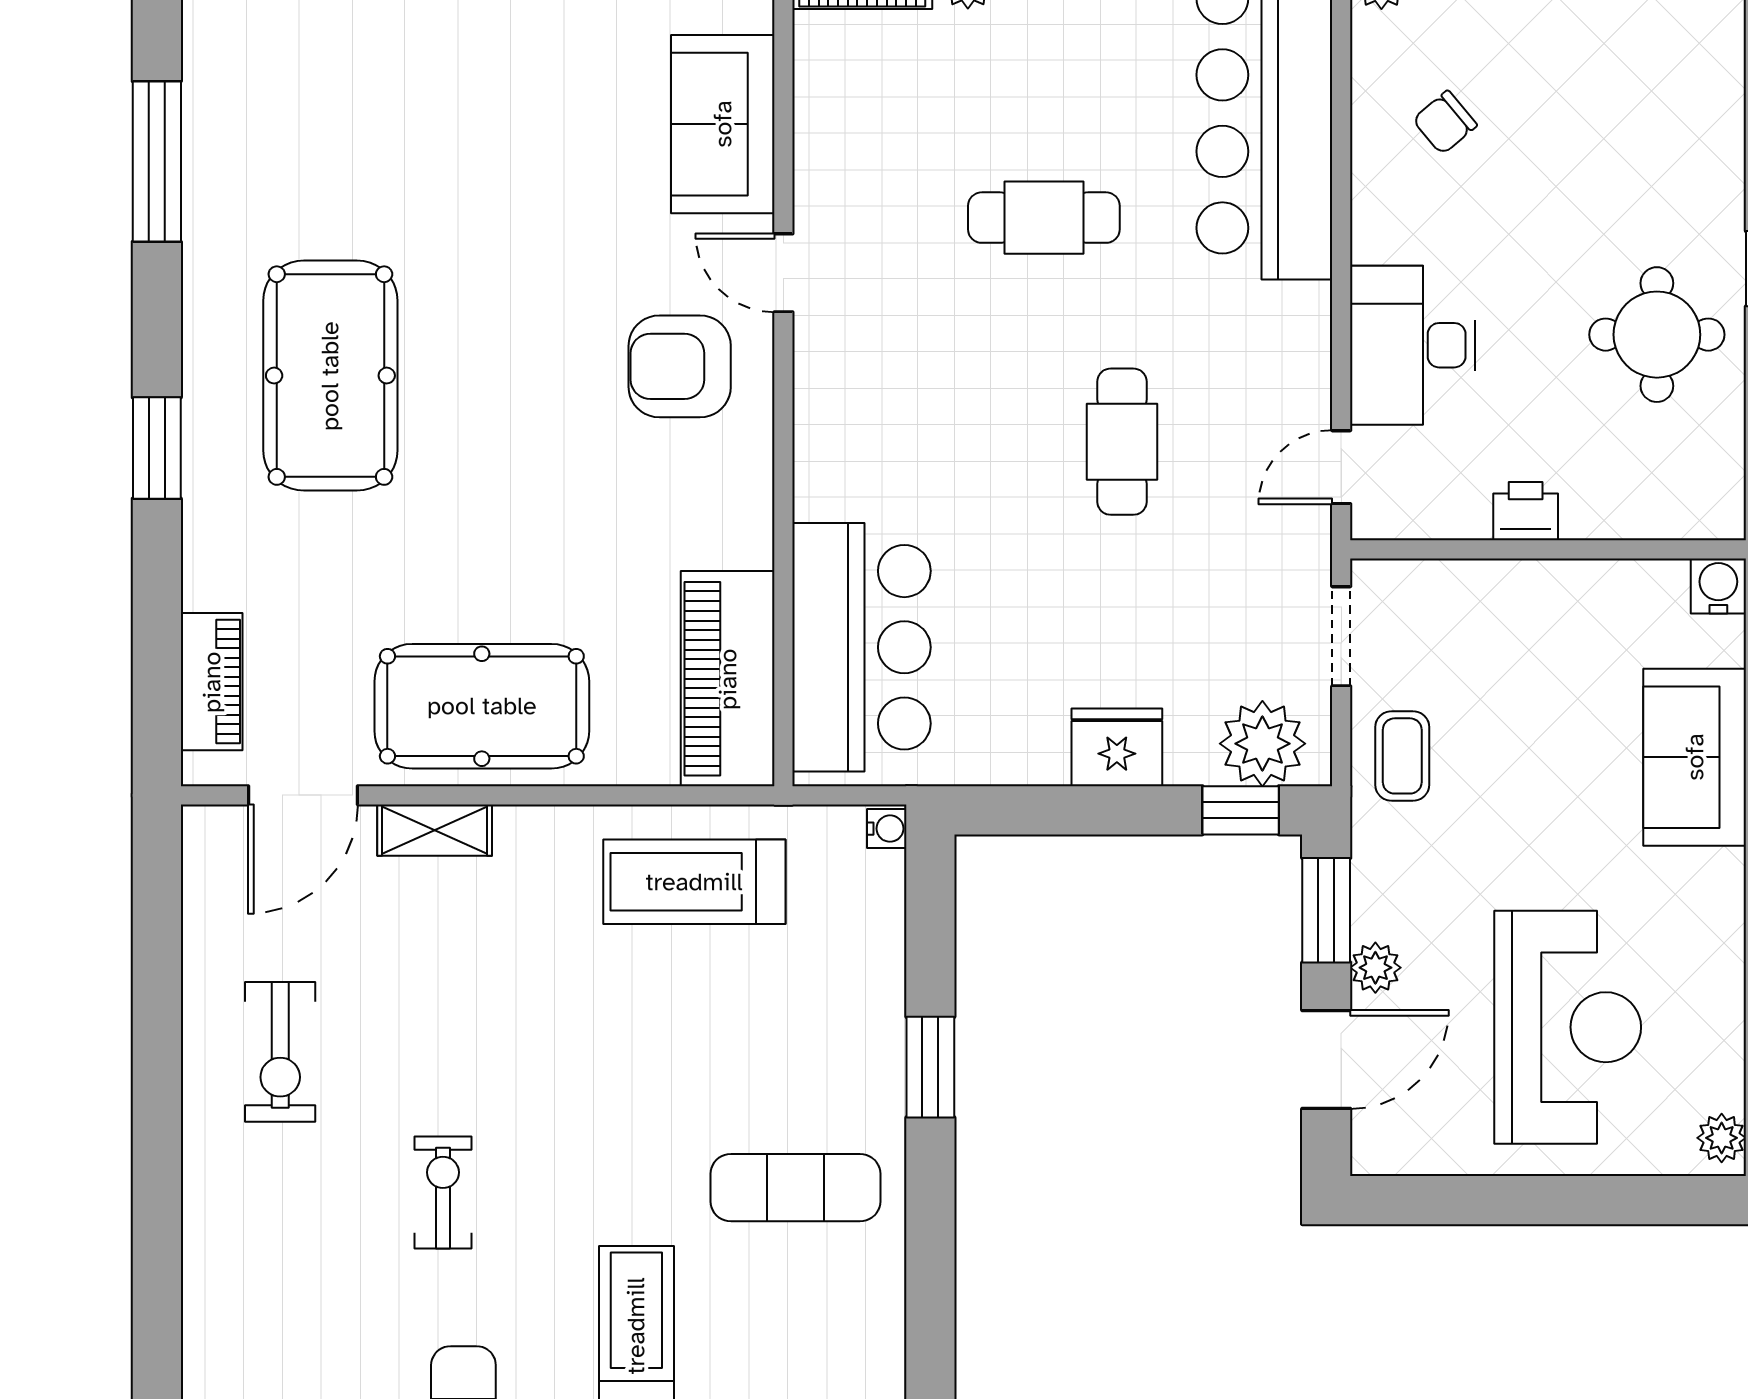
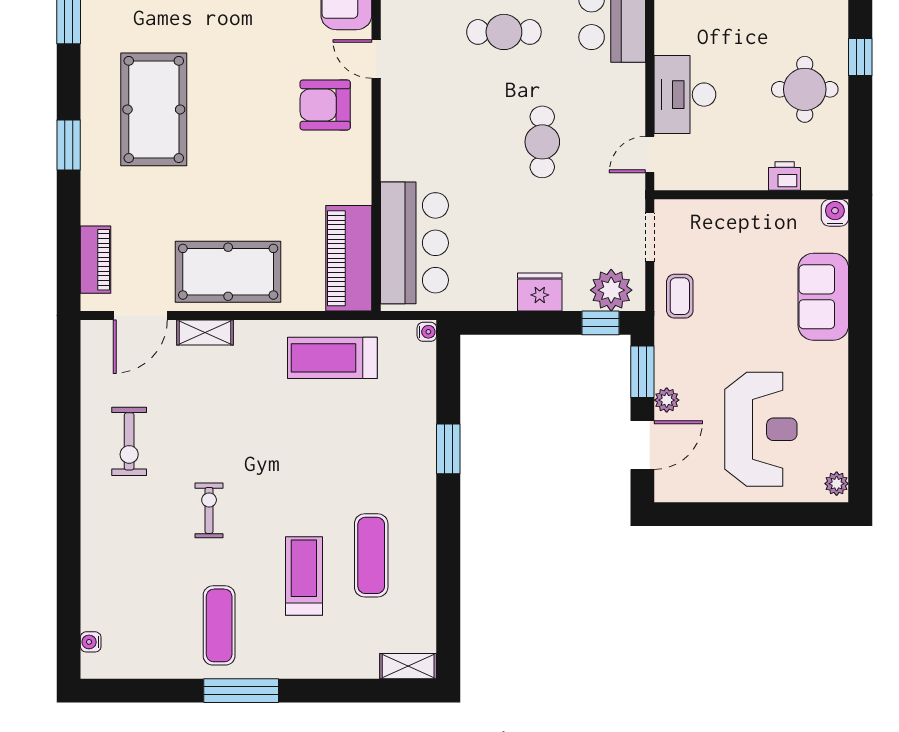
printer: (1526, 511) -> (785, 176), moved
exercise mat: (795, 1188) -> (371, 555), moved, turned 90

